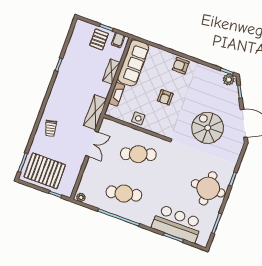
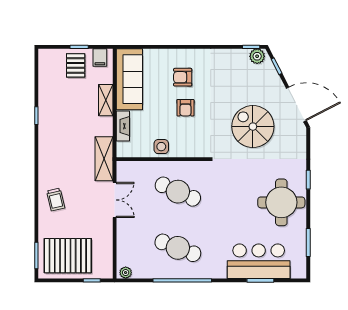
armchair: (181, 66) -> (183, 77), moved
cafe table: (138, 154) -> (178, 192), turned 42
cafe table: (124, 194) -> (178, 248), turned 33

